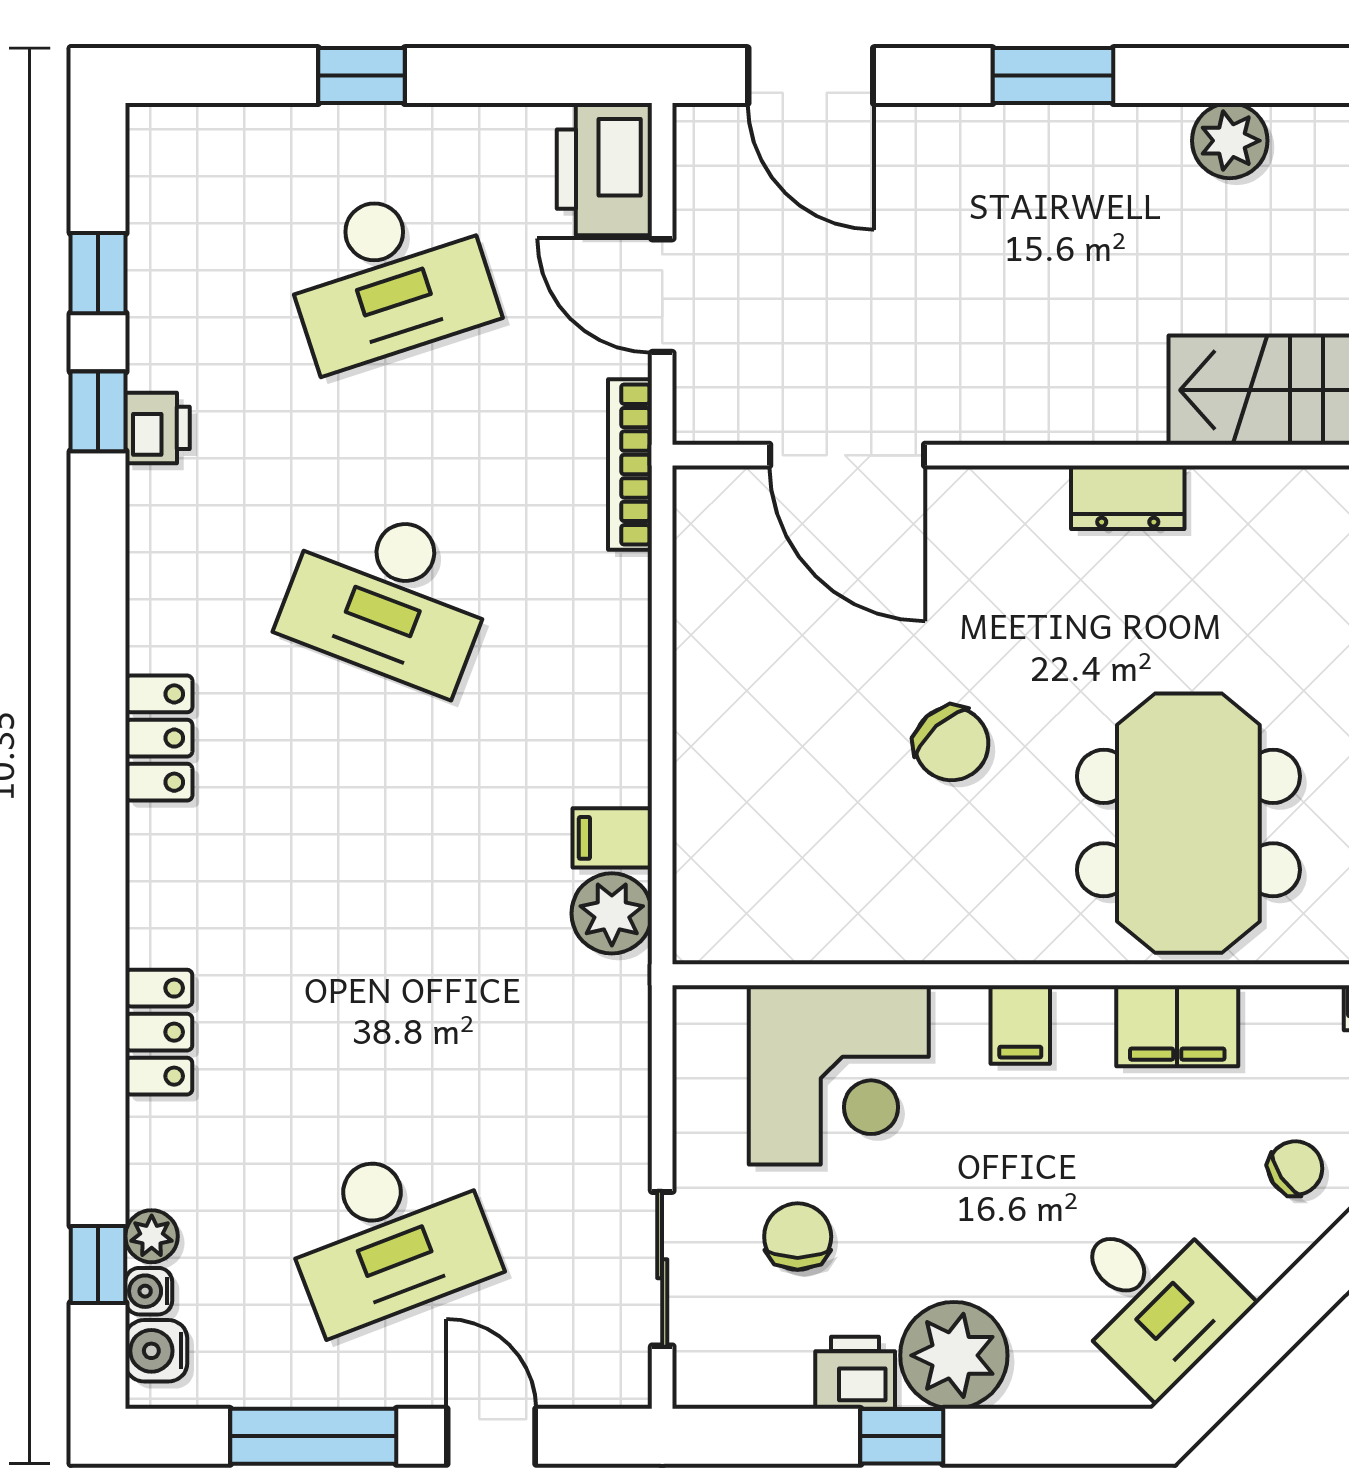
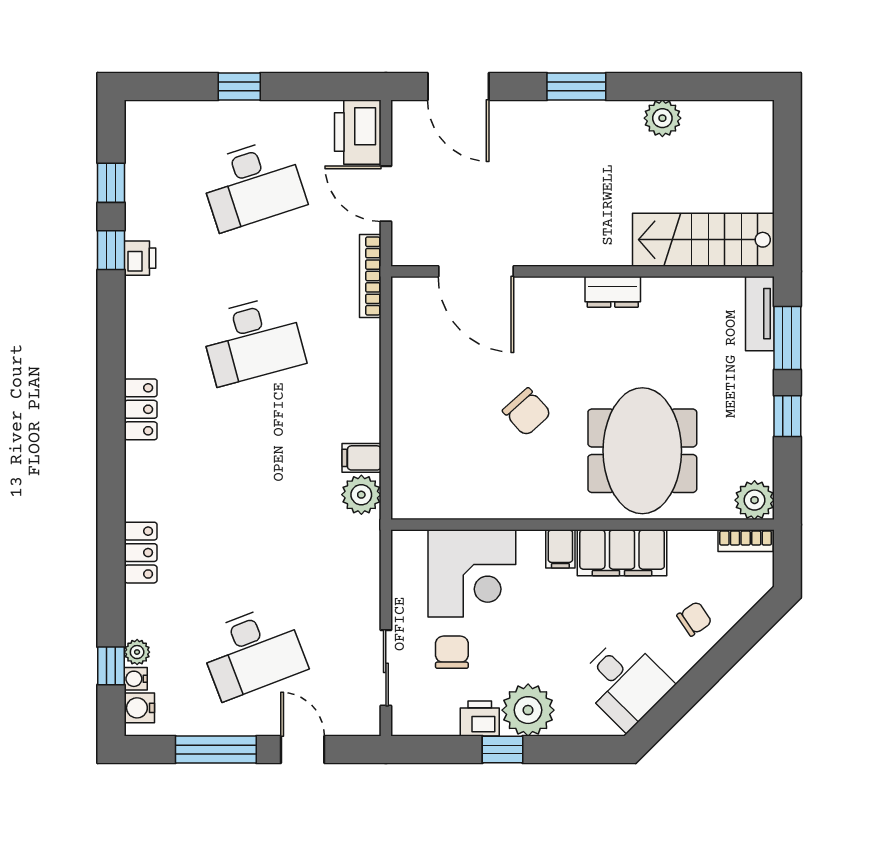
desk: (389, 596) -> (253, 340), turned -36
filing cabinet: (1177, 1026) -> (622, 553), width x1.50, depth x1.17

